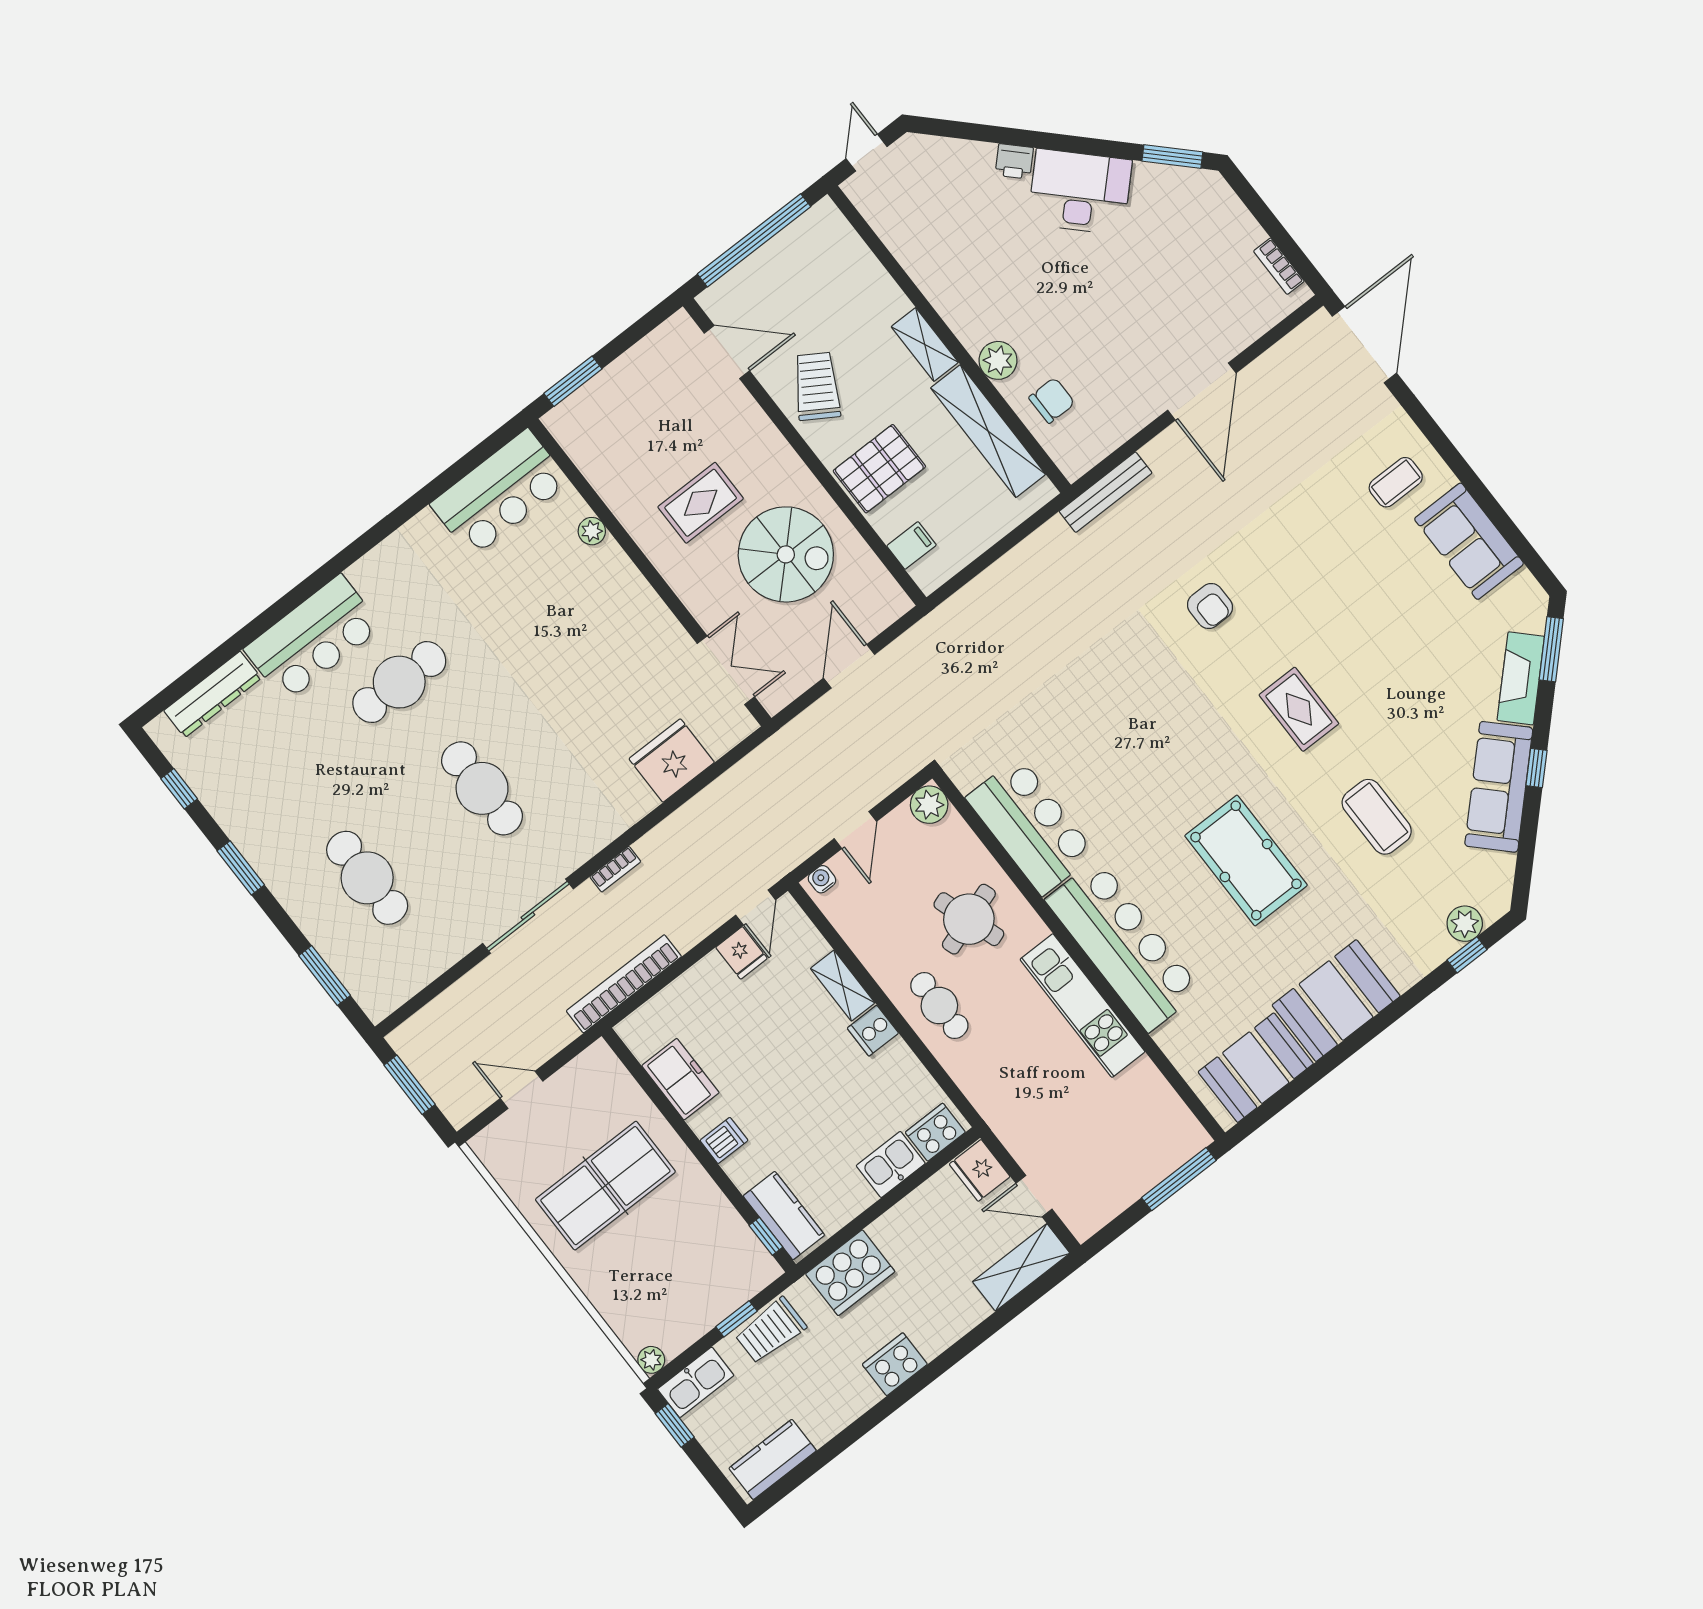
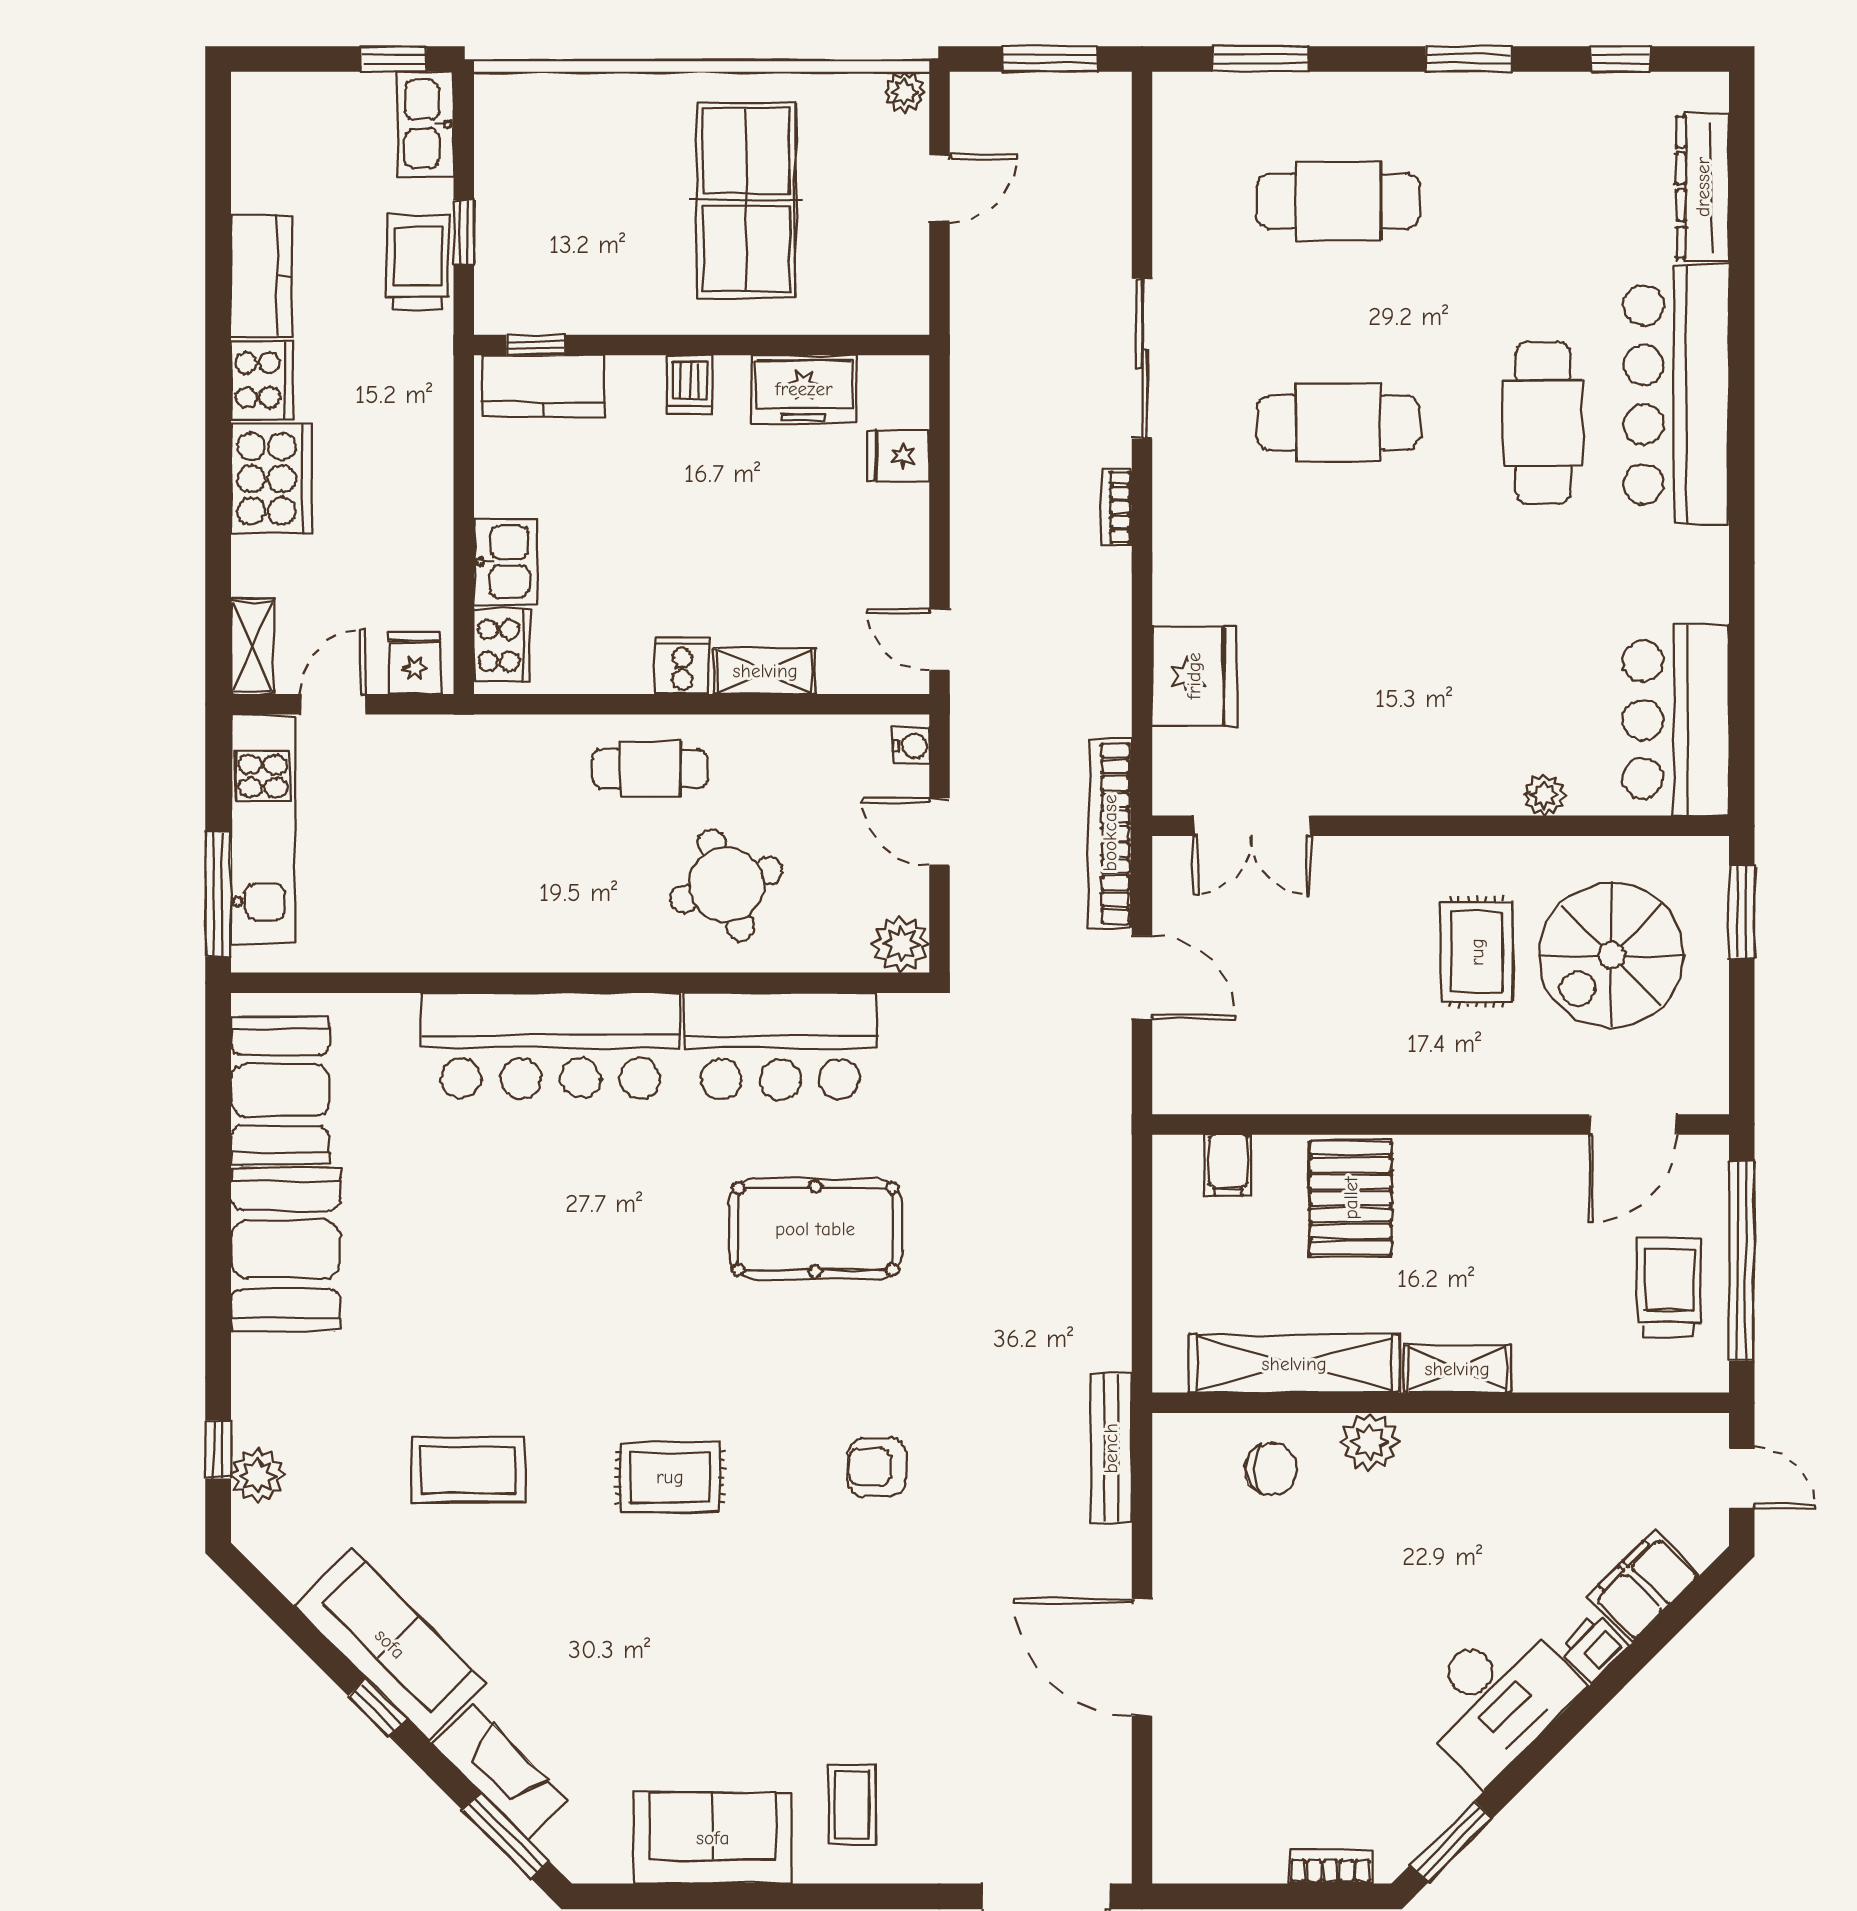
filing cabinet: (962, 160) -> (1644, 1586), added
bookcase: (1279, 266) -> (1330, 1867), moved
trolley: (817, 386) -> (1669, 1287), moved, turned -122
chair: (1052, 400) -> (1271, 1469), turned -90
spiral stairs: (786, 554) -> (1611, 955), moved
bar counter: (313, 638) -> (1676, 395), width x1.36
pool table: (1246, 860) -> (815, 1229), moved
fridge: (742, 953) -> (898, 456), moved
bookcase: (624, 984) -> (1110, 833), moved, turned 180
kitchen unit: (1082, 1006) -> (263, 829), moved, turned 90
fridge: (980, 1170) -> (415, 663), width x0.72
shelving: (1021, 1267) -> (252, 646), width x0.67, depth x0.75
cooker: (850, 1273) -> (271, 479), moved, turned 180
plant: (651, 1360) -> (905, 92), moved
kitchen counter: (773, 1459) -> (261, 275), moved

